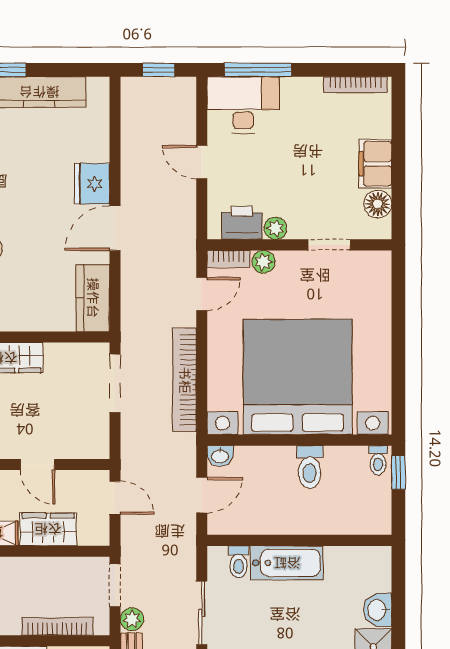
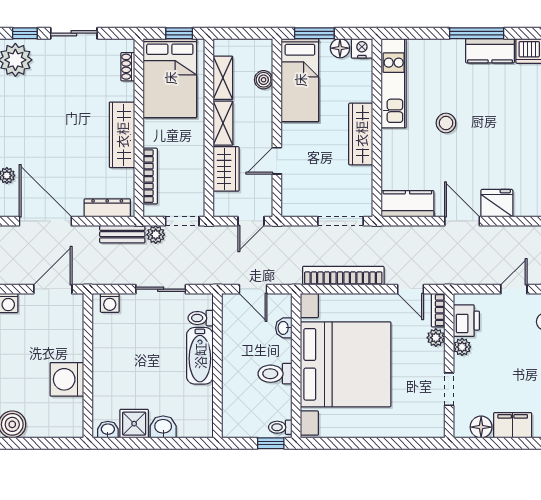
washbasin: (220, 456) -> (284, 328), moved

